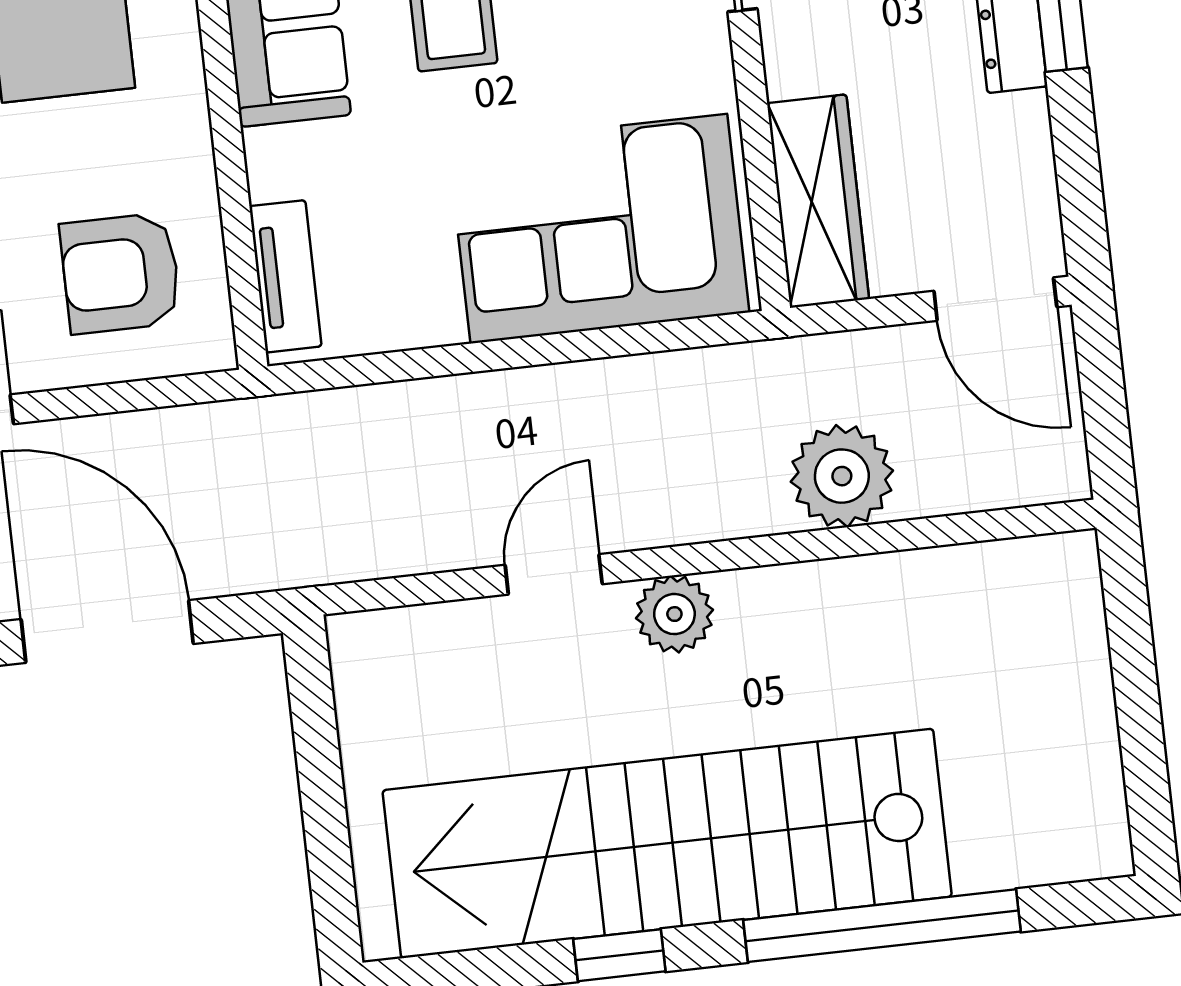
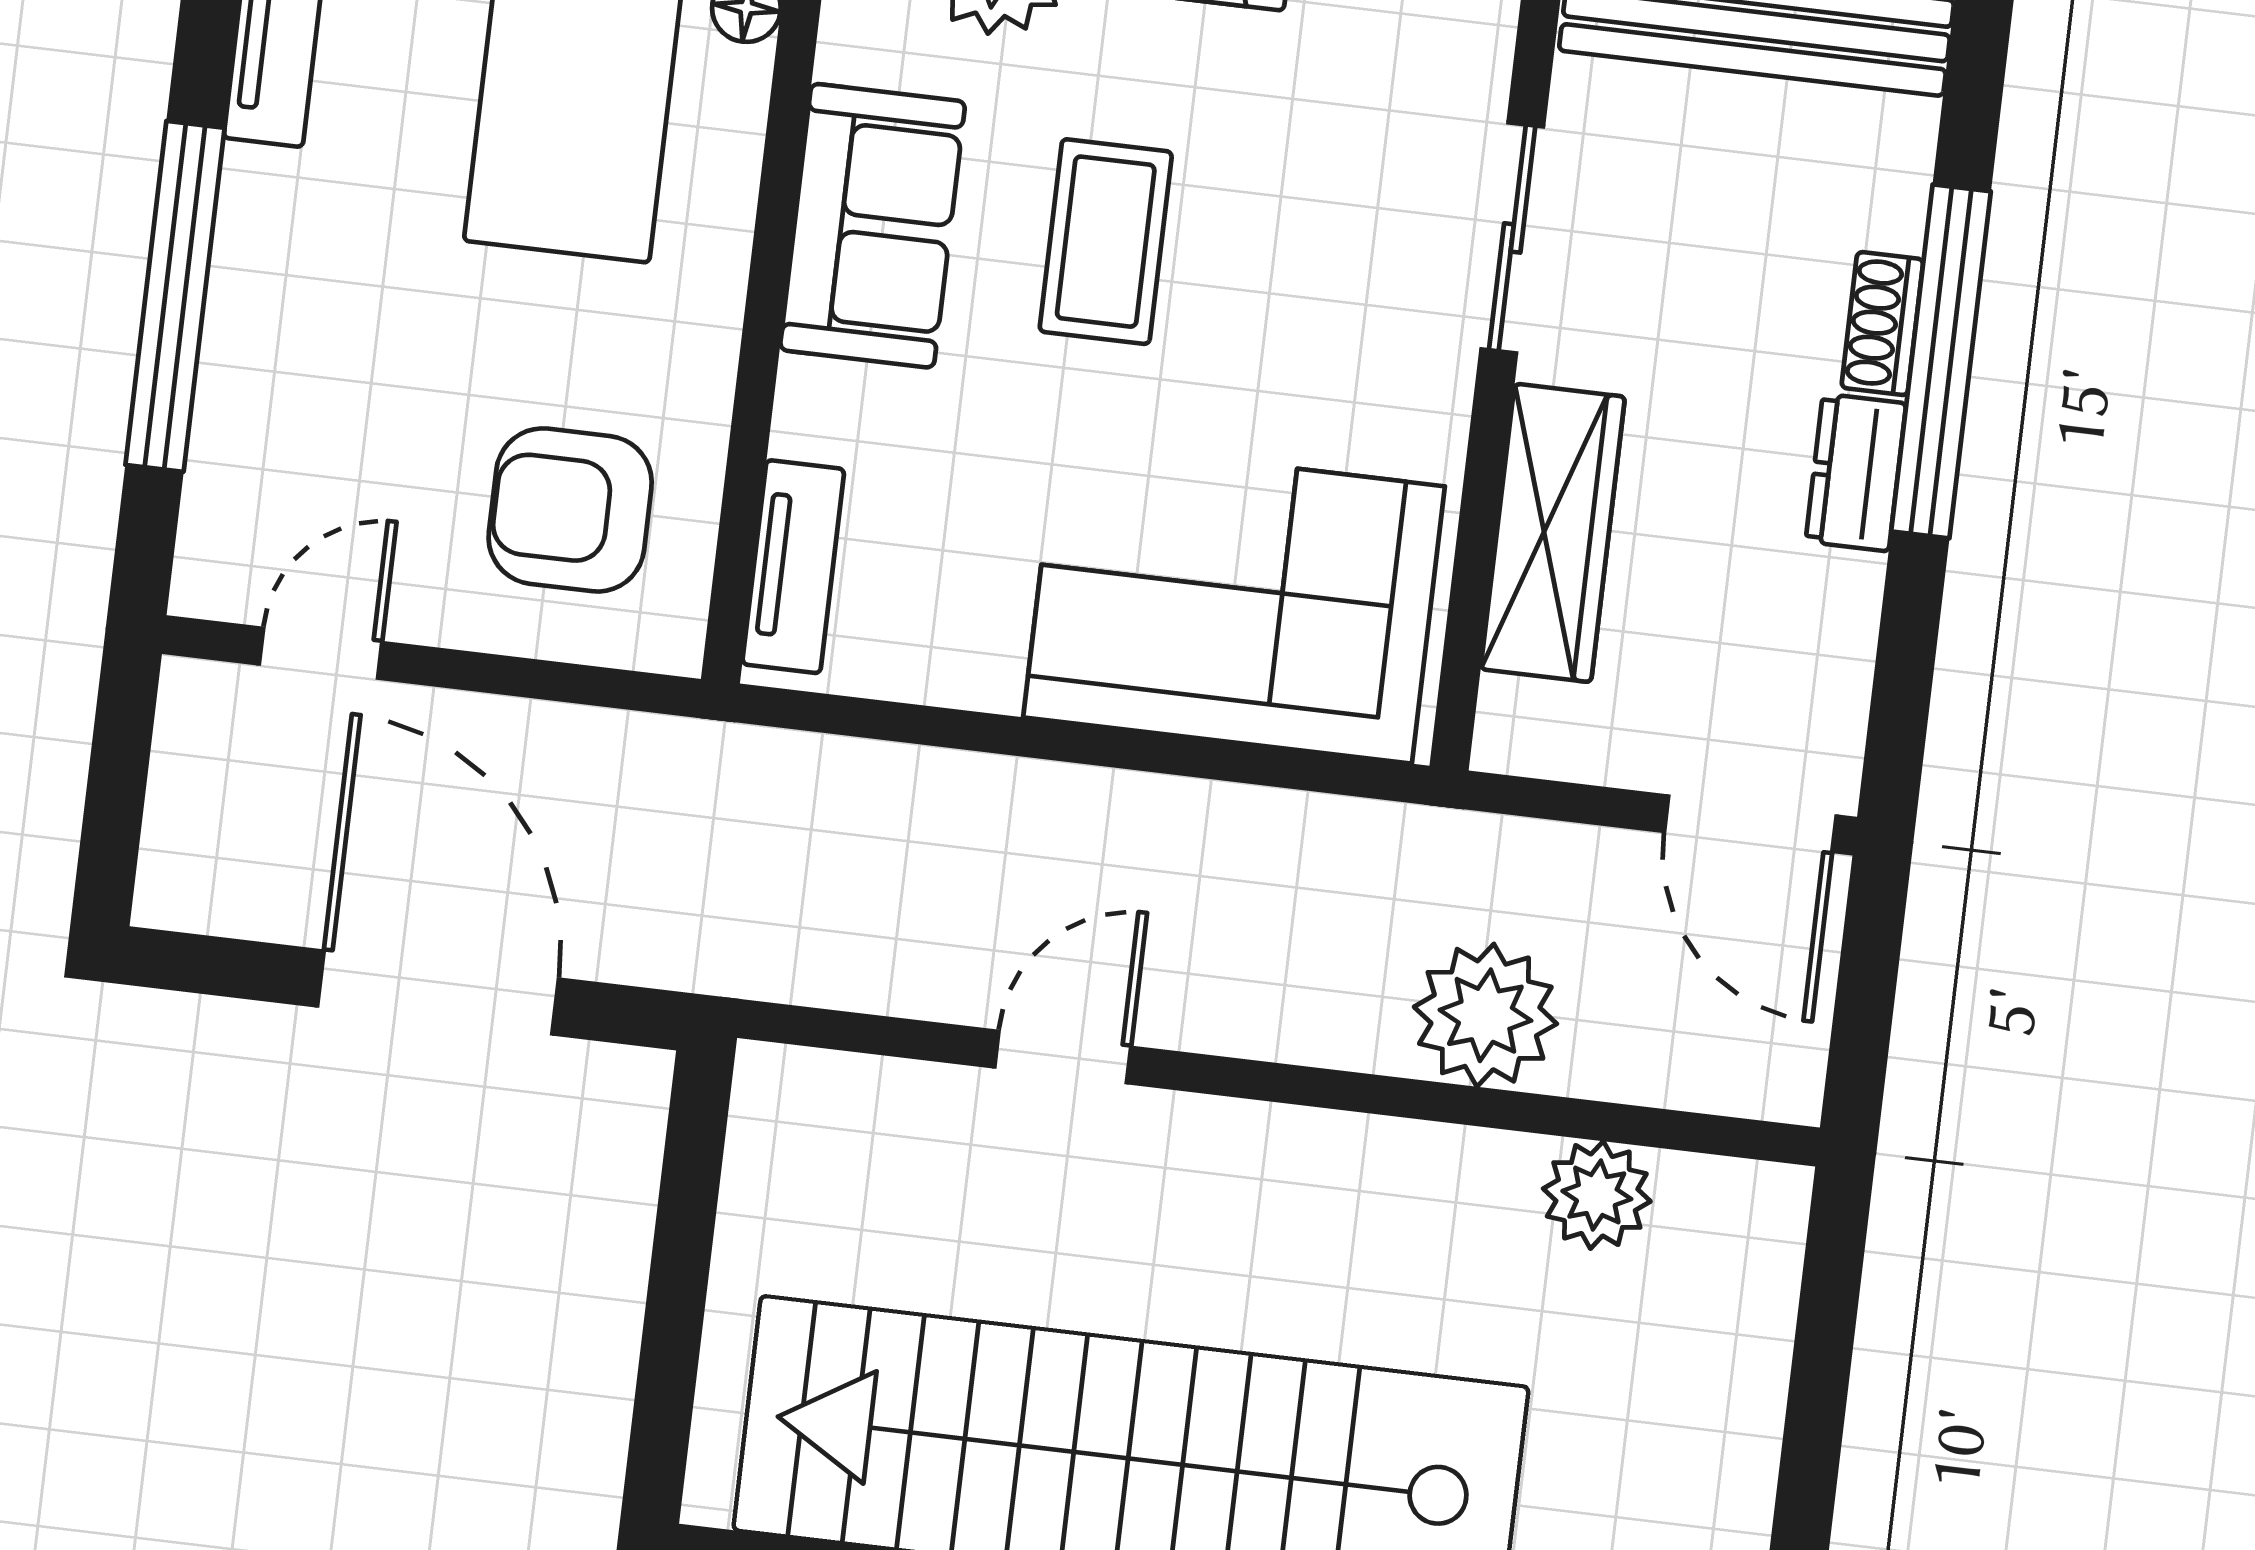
wardrobe: (818, 201) -> (1553, 533), moved
plant: (674, 614) -> (1597, 1195), moved

